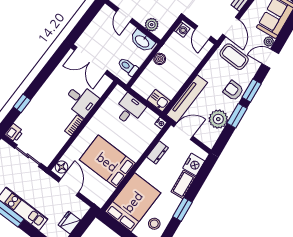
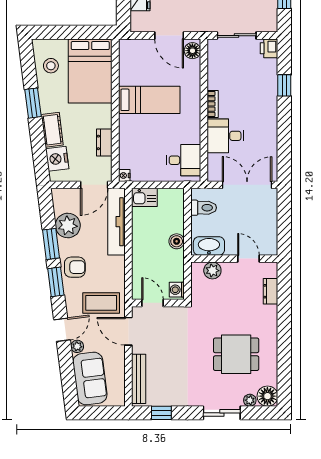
desk: (129, 110) -> (184, 160), moved, turned -90
bed: (107, 162) -> (149, 100), width x0.67

